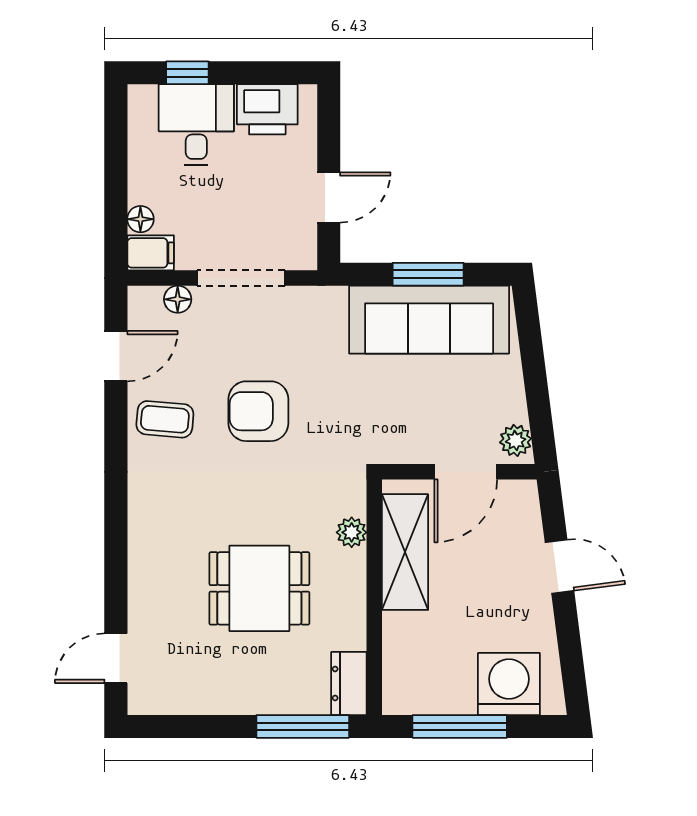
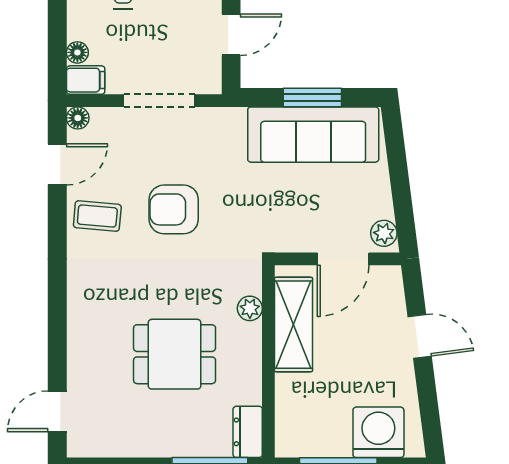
floor lamp: (178, 299) -> (78, 118), moved

